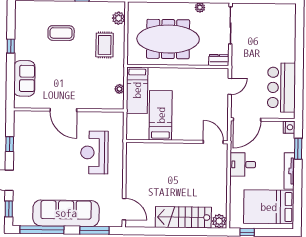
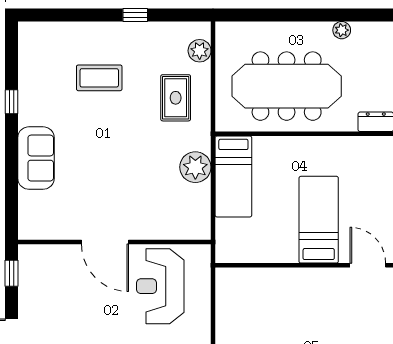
plant: (119, 89) -> (195, 167), width x1.87, depth x1.87
door: (63, 110) -> (105, 242), moved
wall: (69, 110) -> (114, 242), moved
bed: (161, 115) -> (319, 220), moved

